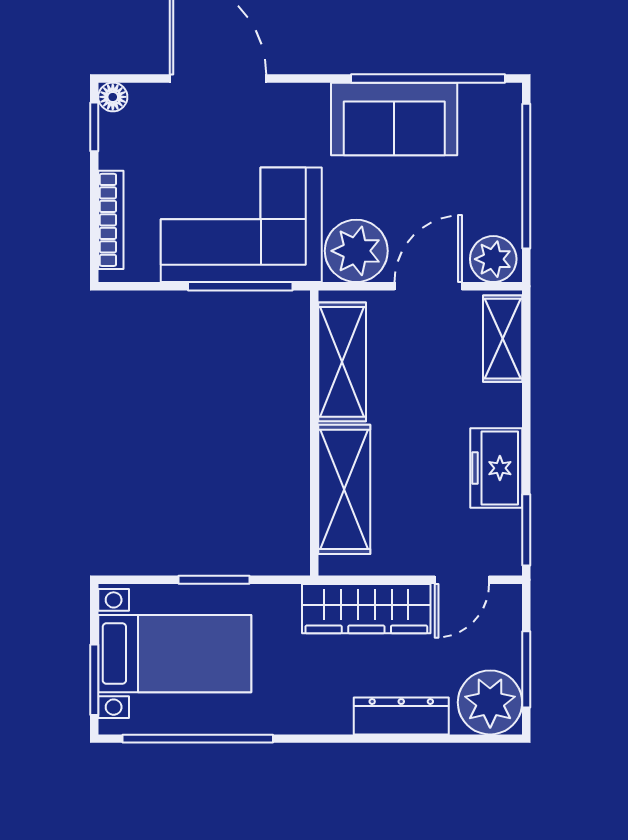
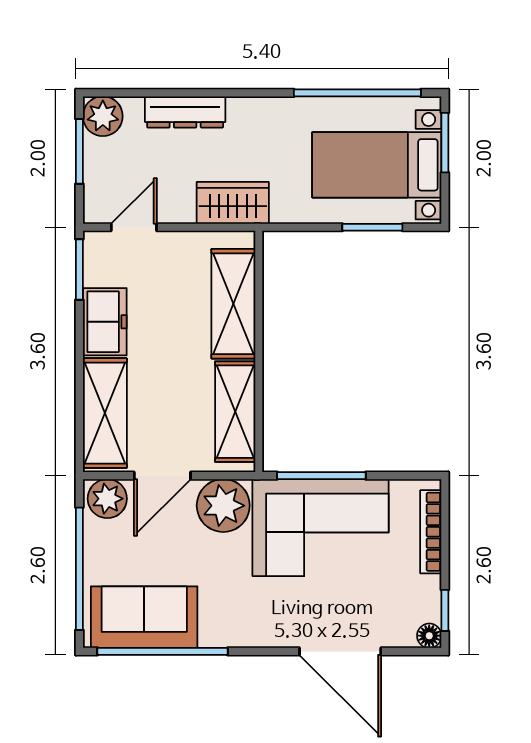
sofa: (394, 119) -> (144, 617), moved
shelving: (503, 339) -> (105, 413), width x1.50, depth x1.33
window: (214, 580) -> (372, 227), moved
wardrobe: (366, 609) -> (233, 203), width x0.67
plant: (490, 702) -> (103, 116), width x0.73, depth x0.73

